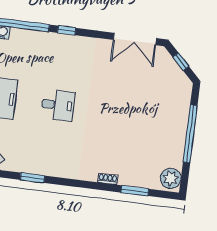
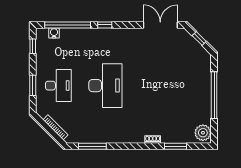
double door: (135, 39) -> (160, 25), swing flipped
desk: (58, 105) -> (105, 86), width x1.87, depth x1.30
window: (32, 178) -> (92, 146), width x1.44

